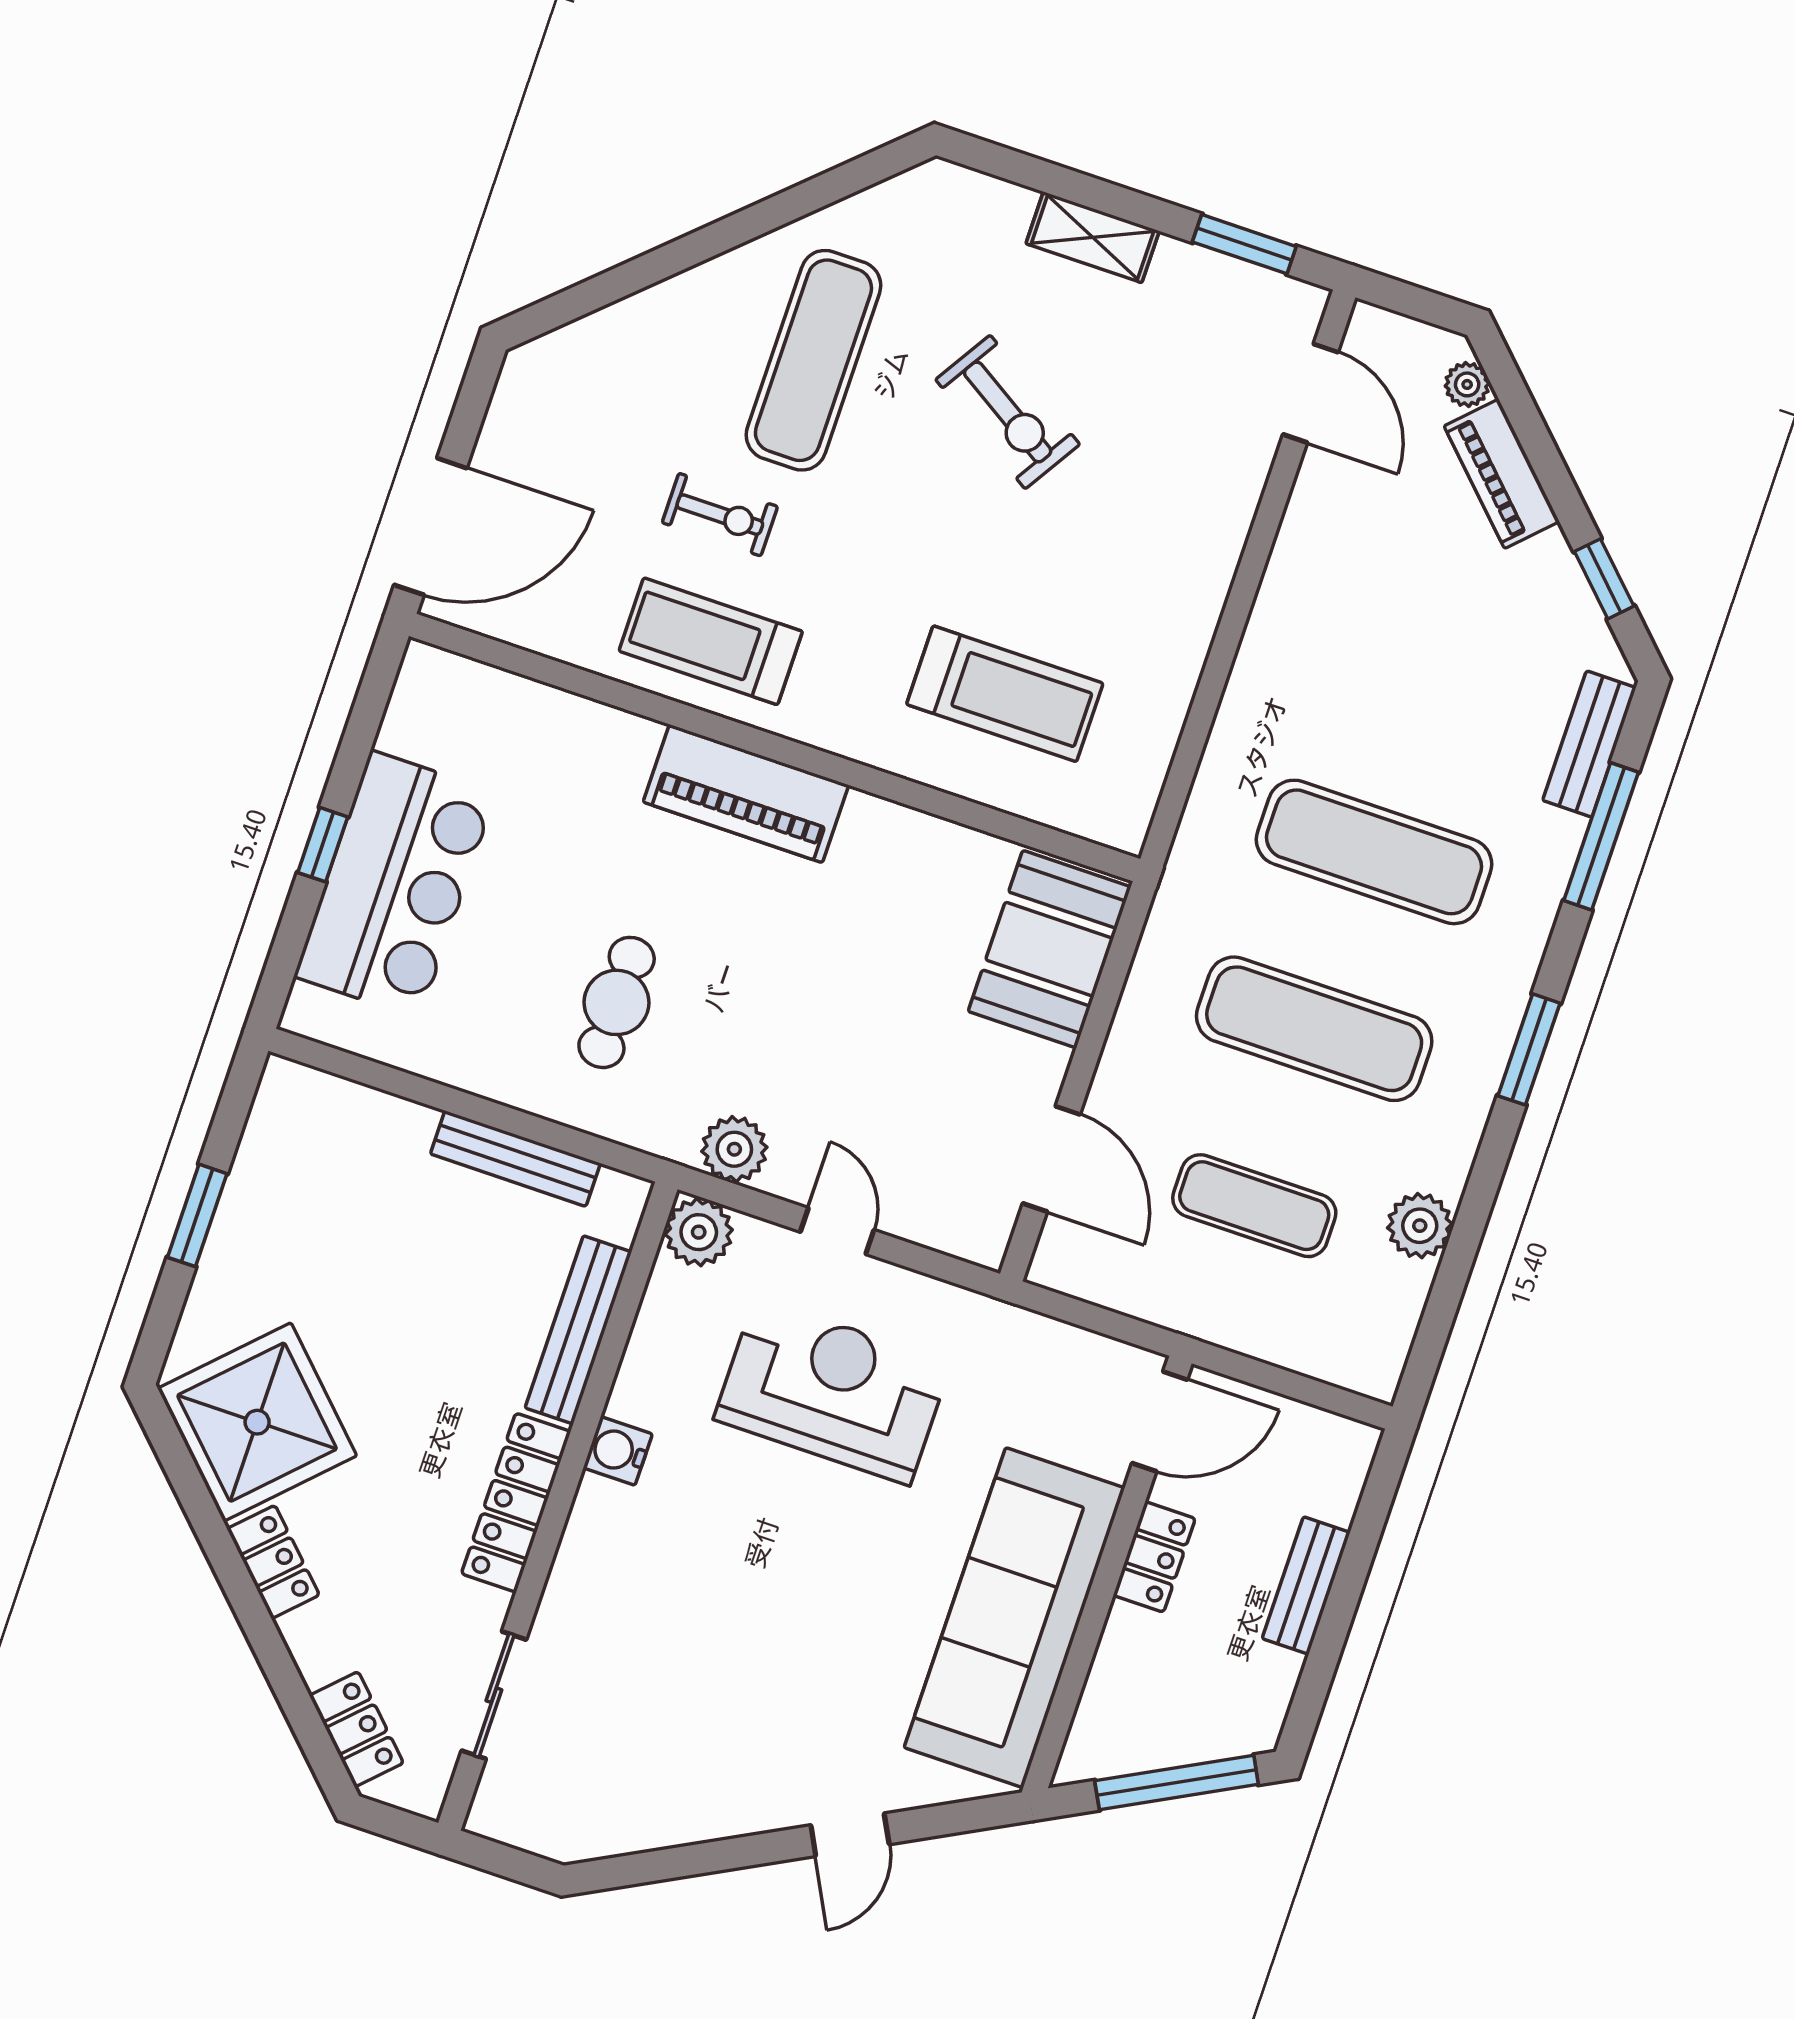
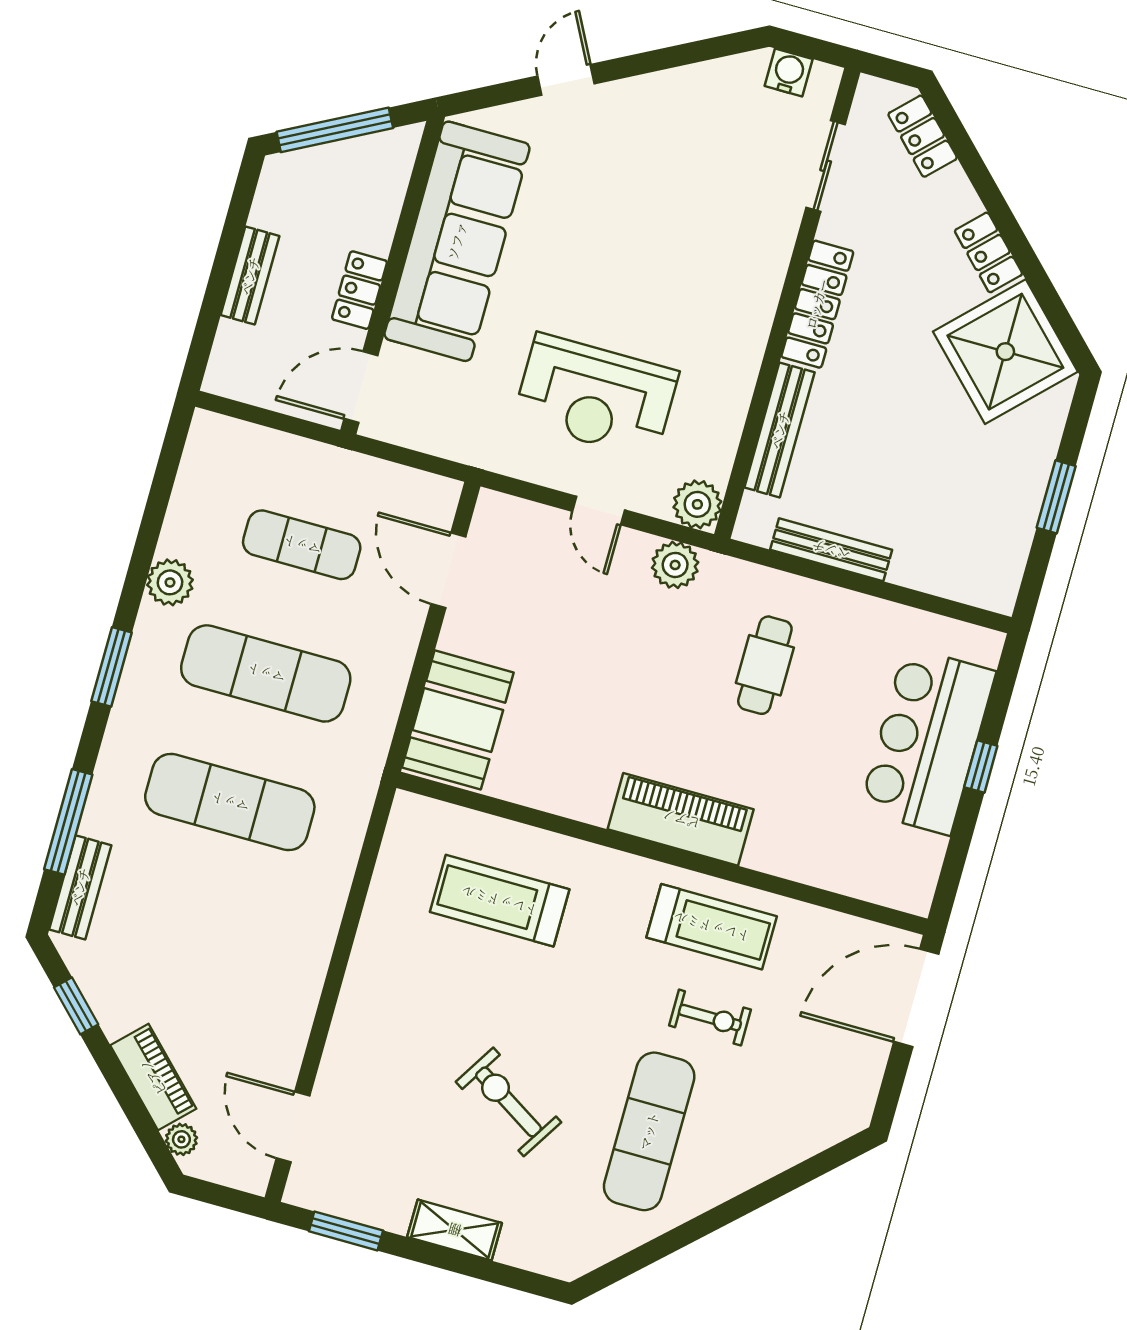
exercise bike: (720, 515) -> (710, 1018), turned 180
plant: (1420, 1226) -> (170, 582), moved
water cooler: (618, 1451) -> (789, 73), moved, turned -90

